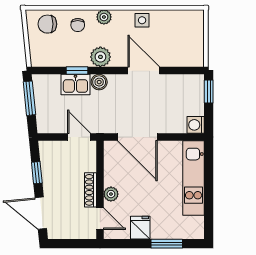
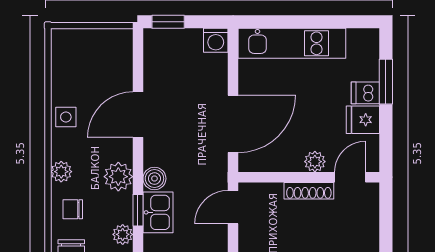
chair: (78, 25) -> (73, 209), turned 180
plant: (60, 60) -> (123, 234), added
dishwasher: (159, 229) -> (365, 93), added

